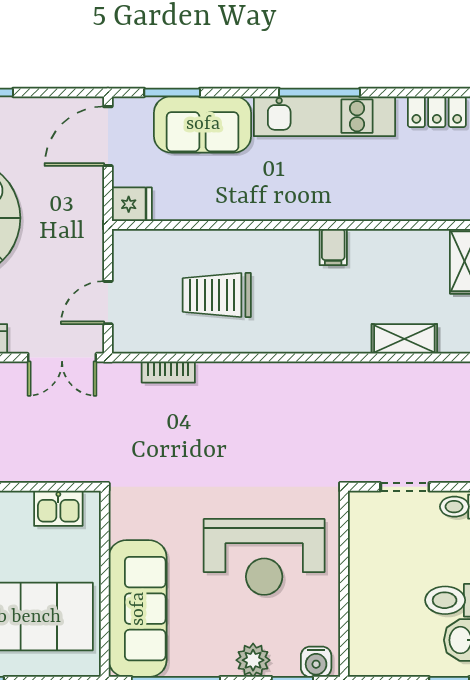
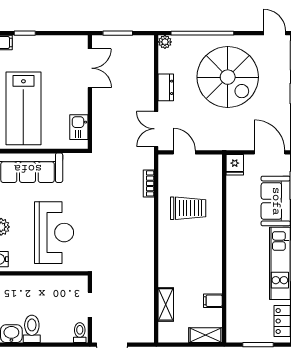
filing cabinet: (333, 247) -> (213, 301), moved
trolley: (217, 295) -> (188, 208), turned 90
reception desk: (264, 557) -> (54, 233), turned 180

